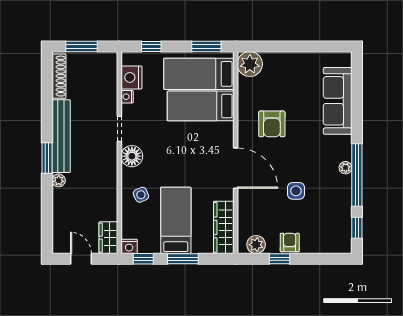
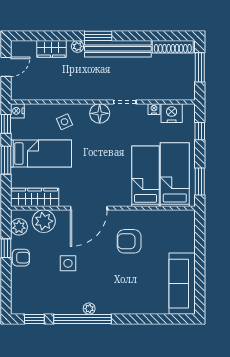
plant: (250, 64) -> (44, 221), moved
sofa: (338, 101) -> (182, 284), moved, turned -90
wardrobe: (108, 238) -> (51, 49), moved, turned 180

